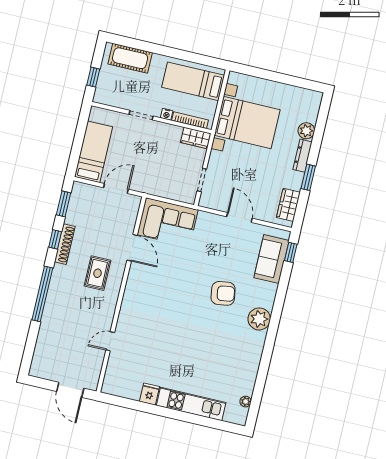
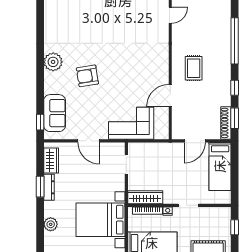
wardrobe: (196, 138) -> (145, 197), width x1.50
dresser: (303, 156) -> (49, 187), moved
corner sofa: (168, 222) -> (131, 123), moved
shoe rack: (65, 244) -> (226, 123), moved
door: (132, 248) -> (170, 96), hinge flipped

